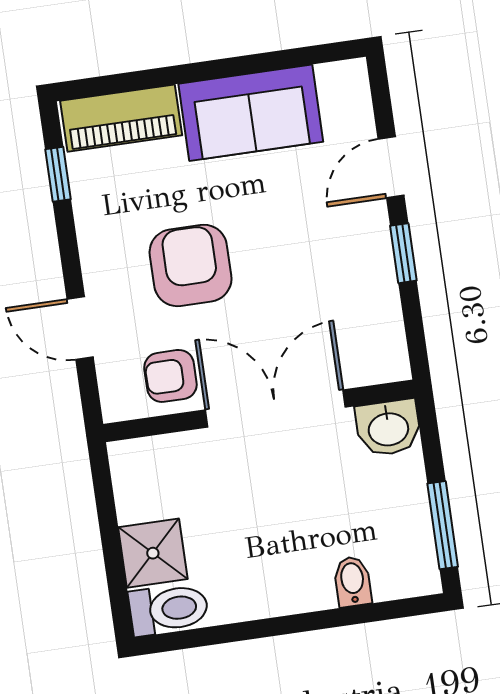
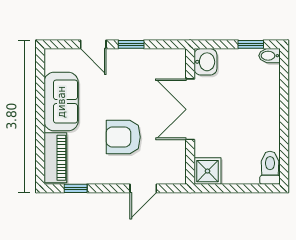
armchair: (170, 376) -> (170, 152), removed
window: (443, 525) -> (251, 44), width x0.67
shower: (153, 553) -> (207, 171), moved
bidet: (353, 582) -> (270, 56), moved

